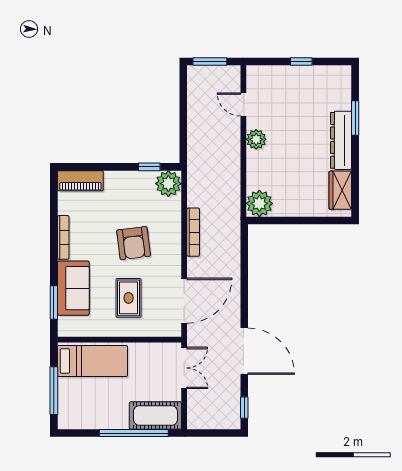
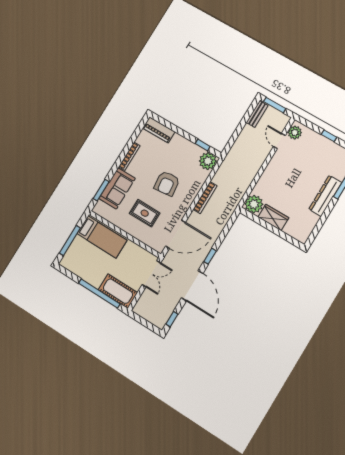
bench: (194, 86) -> (257, 114), added
plant: (256, 139) -> (295, 133), moved
wardrobe: (340, 190) -> (273, 217), moved, turned 90
rug: (129, 298) -> (145, 213), turned 90
window: (244, 301) -> (210, 256), added

